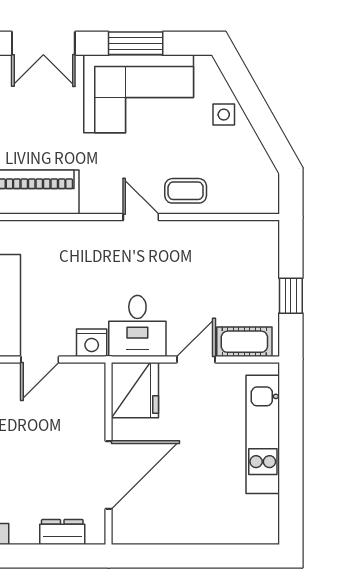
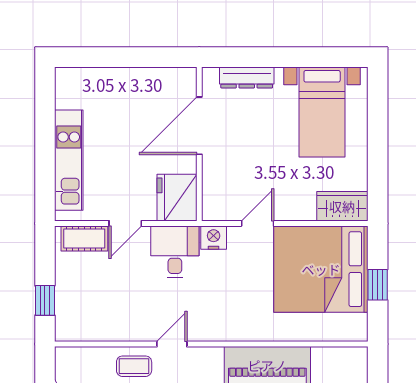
door: (141, 217) -> (172, 344), swing flipped
window: (291, 296) -> (45, 300), moved
dresser: (62, 532) -> (247, 77), width x1.44

